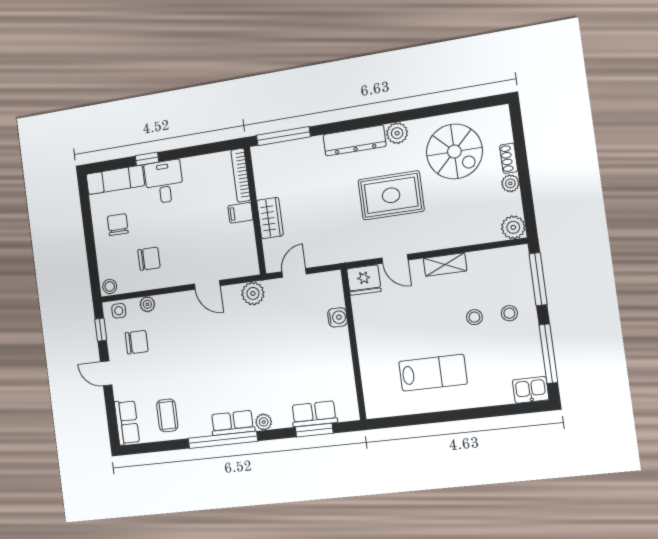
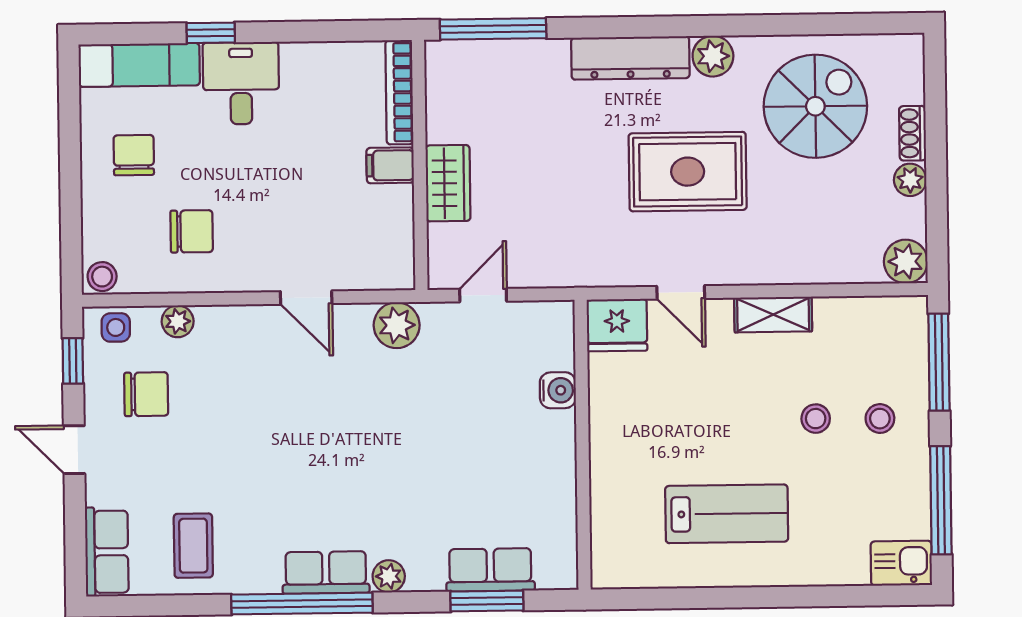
spiral stairs: (454, 151) -> (815, 106), turned -90

